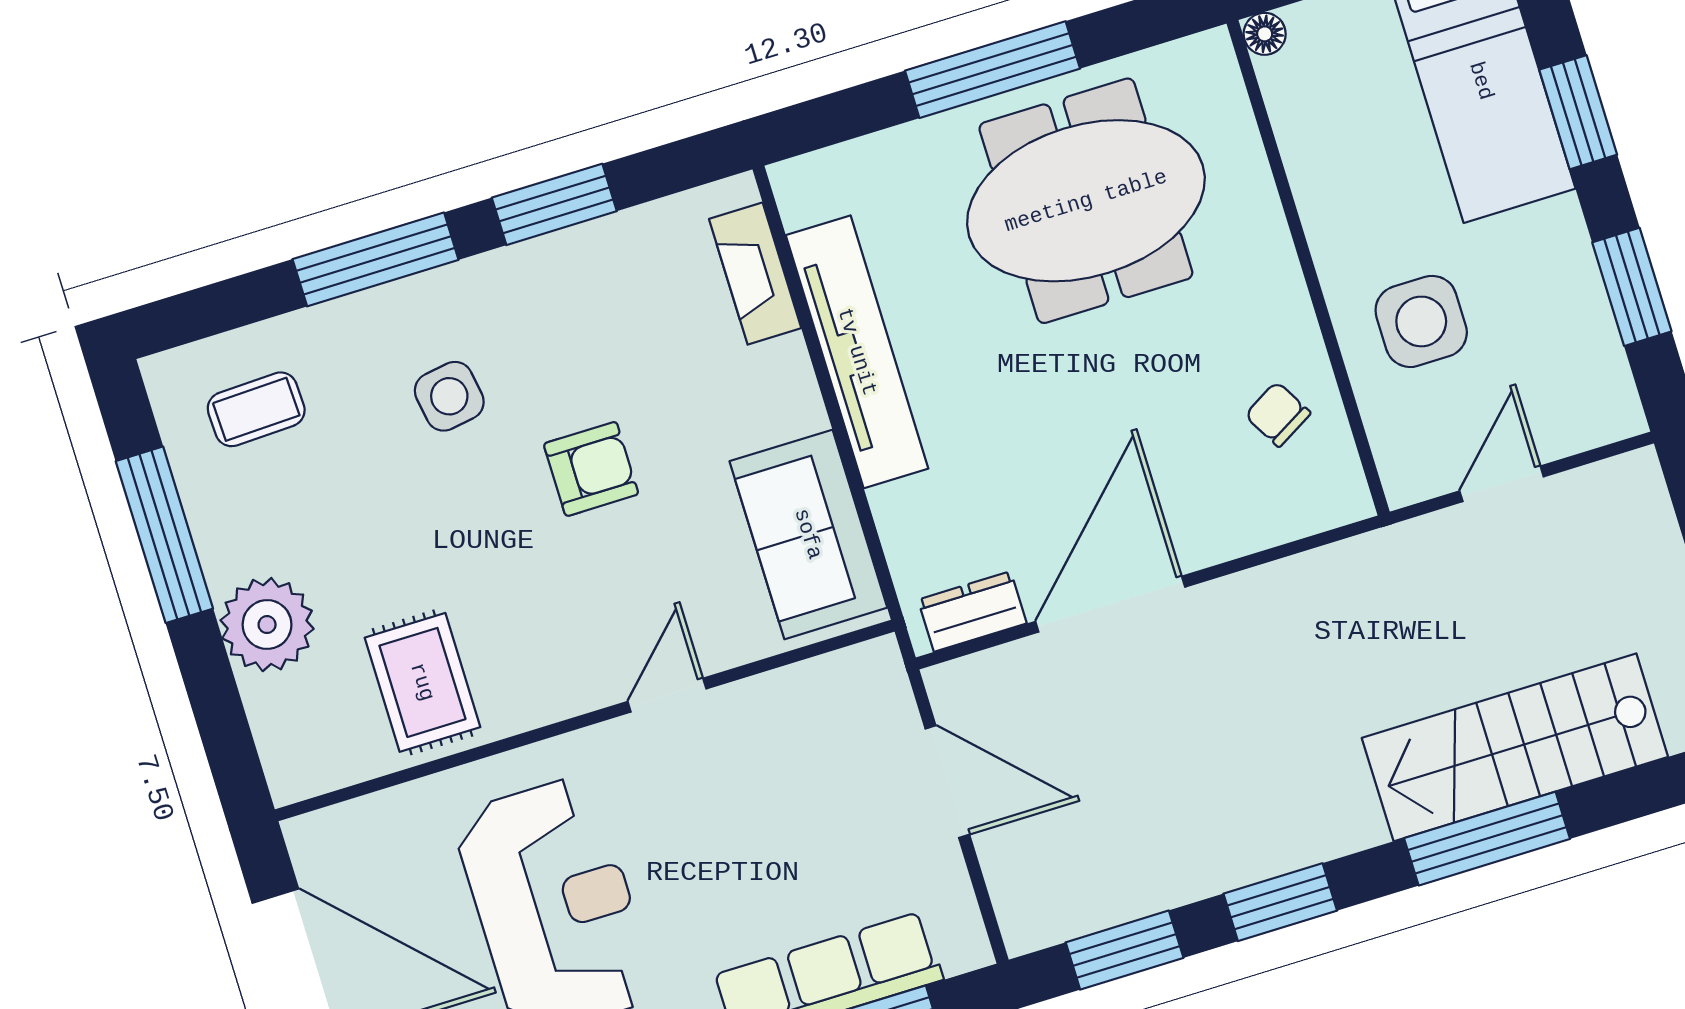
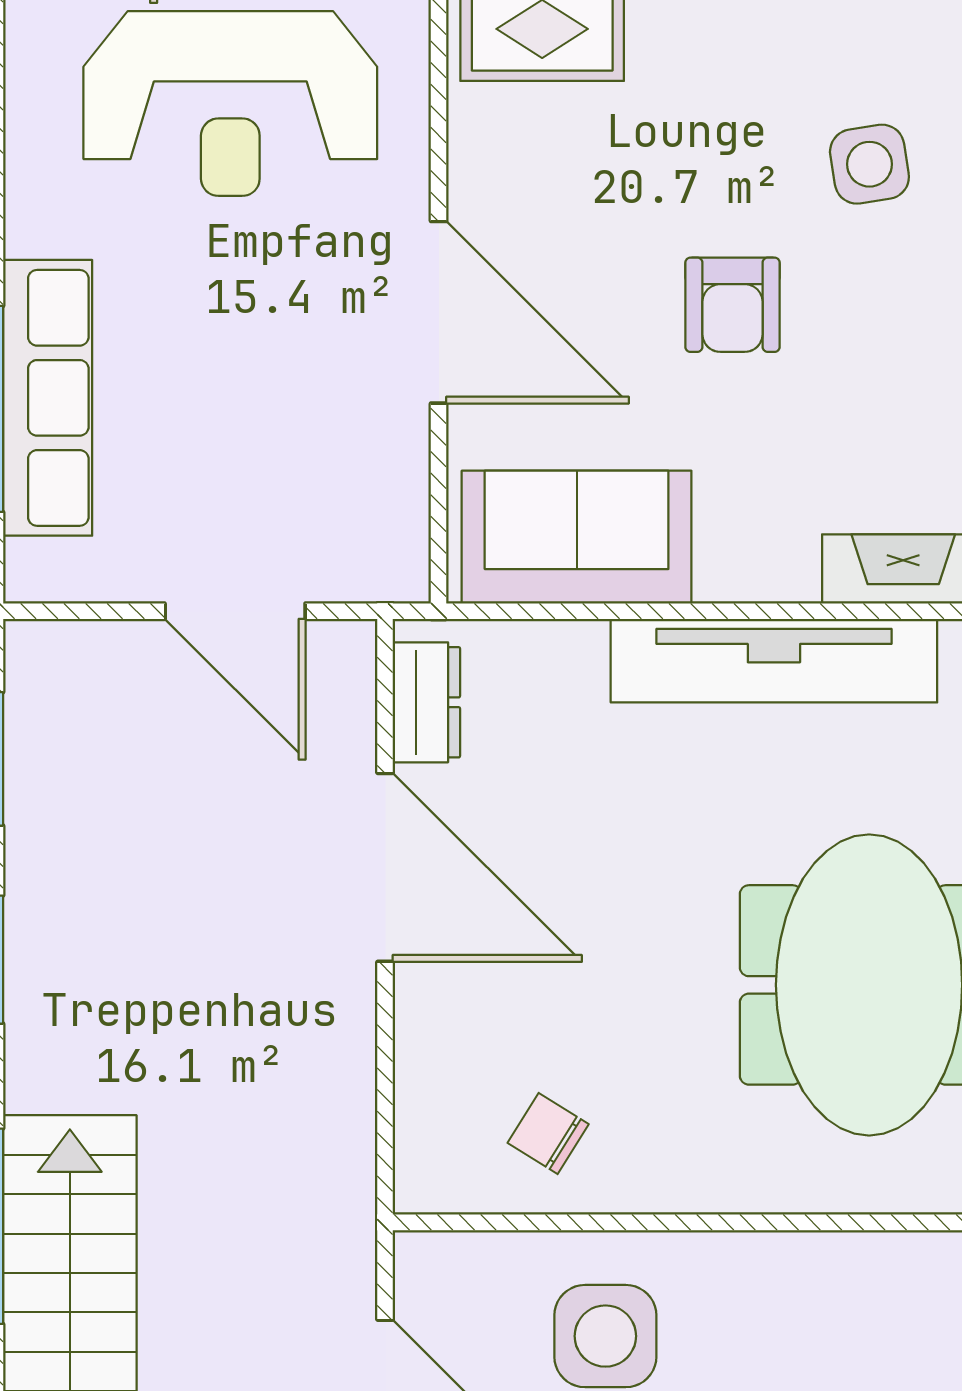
chair: (1278, 414) -> (548, 1133), turned -118
door: (667, 695) -> (439, 312), width x1.87
door: (947, 782) -> (235, 611), hinge flipped

